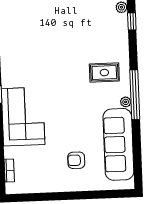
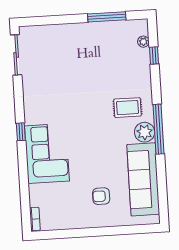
plant: (126, 102) -> (145, 132), width x1.87, depth x1.87
bookcase: (9, 171) -> (35, 219), moved

